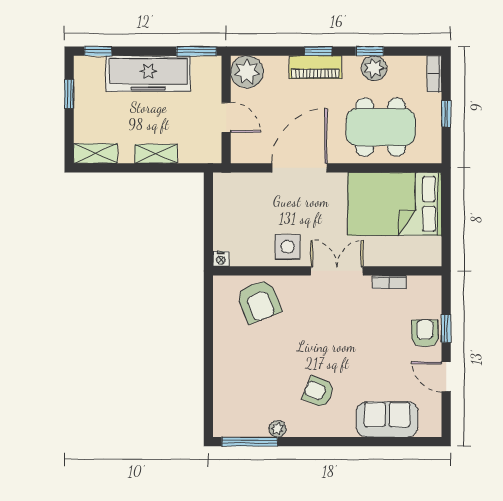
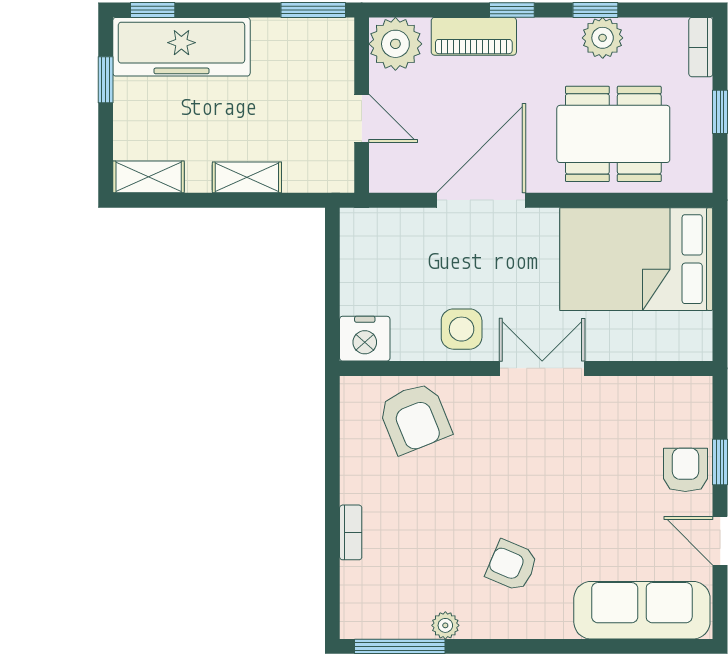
piano: (315, 67) -> (474, 36), moved
freezer: (148, 74) -> (181, 47), moved
nightstand: (221, 259) -> (365, 339), width x1.89, depth x1.79
bookcase: (389, 282) -> (351, 532), moved, turned -90
sofa: (387, 419) -> (642, 610), width x1.36

